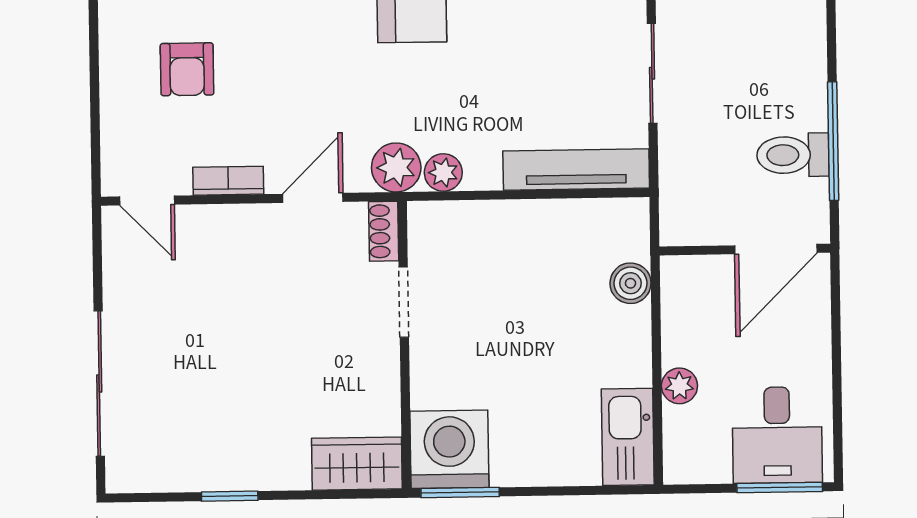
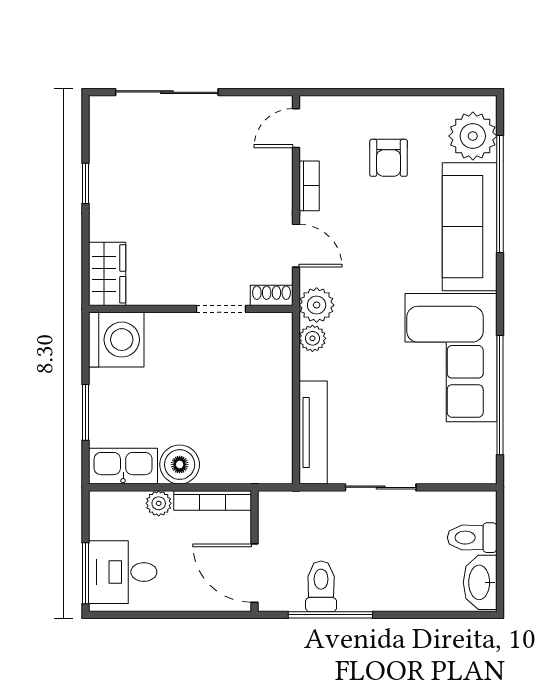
armchair: (187, 69) -> (389, 158), turned -90
boiler: (630, 283) -> (180, 465), moved, width x1.36, depth x1.36
bookcase: (674, 310) -> (213, 501), added
window: (460, 492) -> (86, 412), moved

